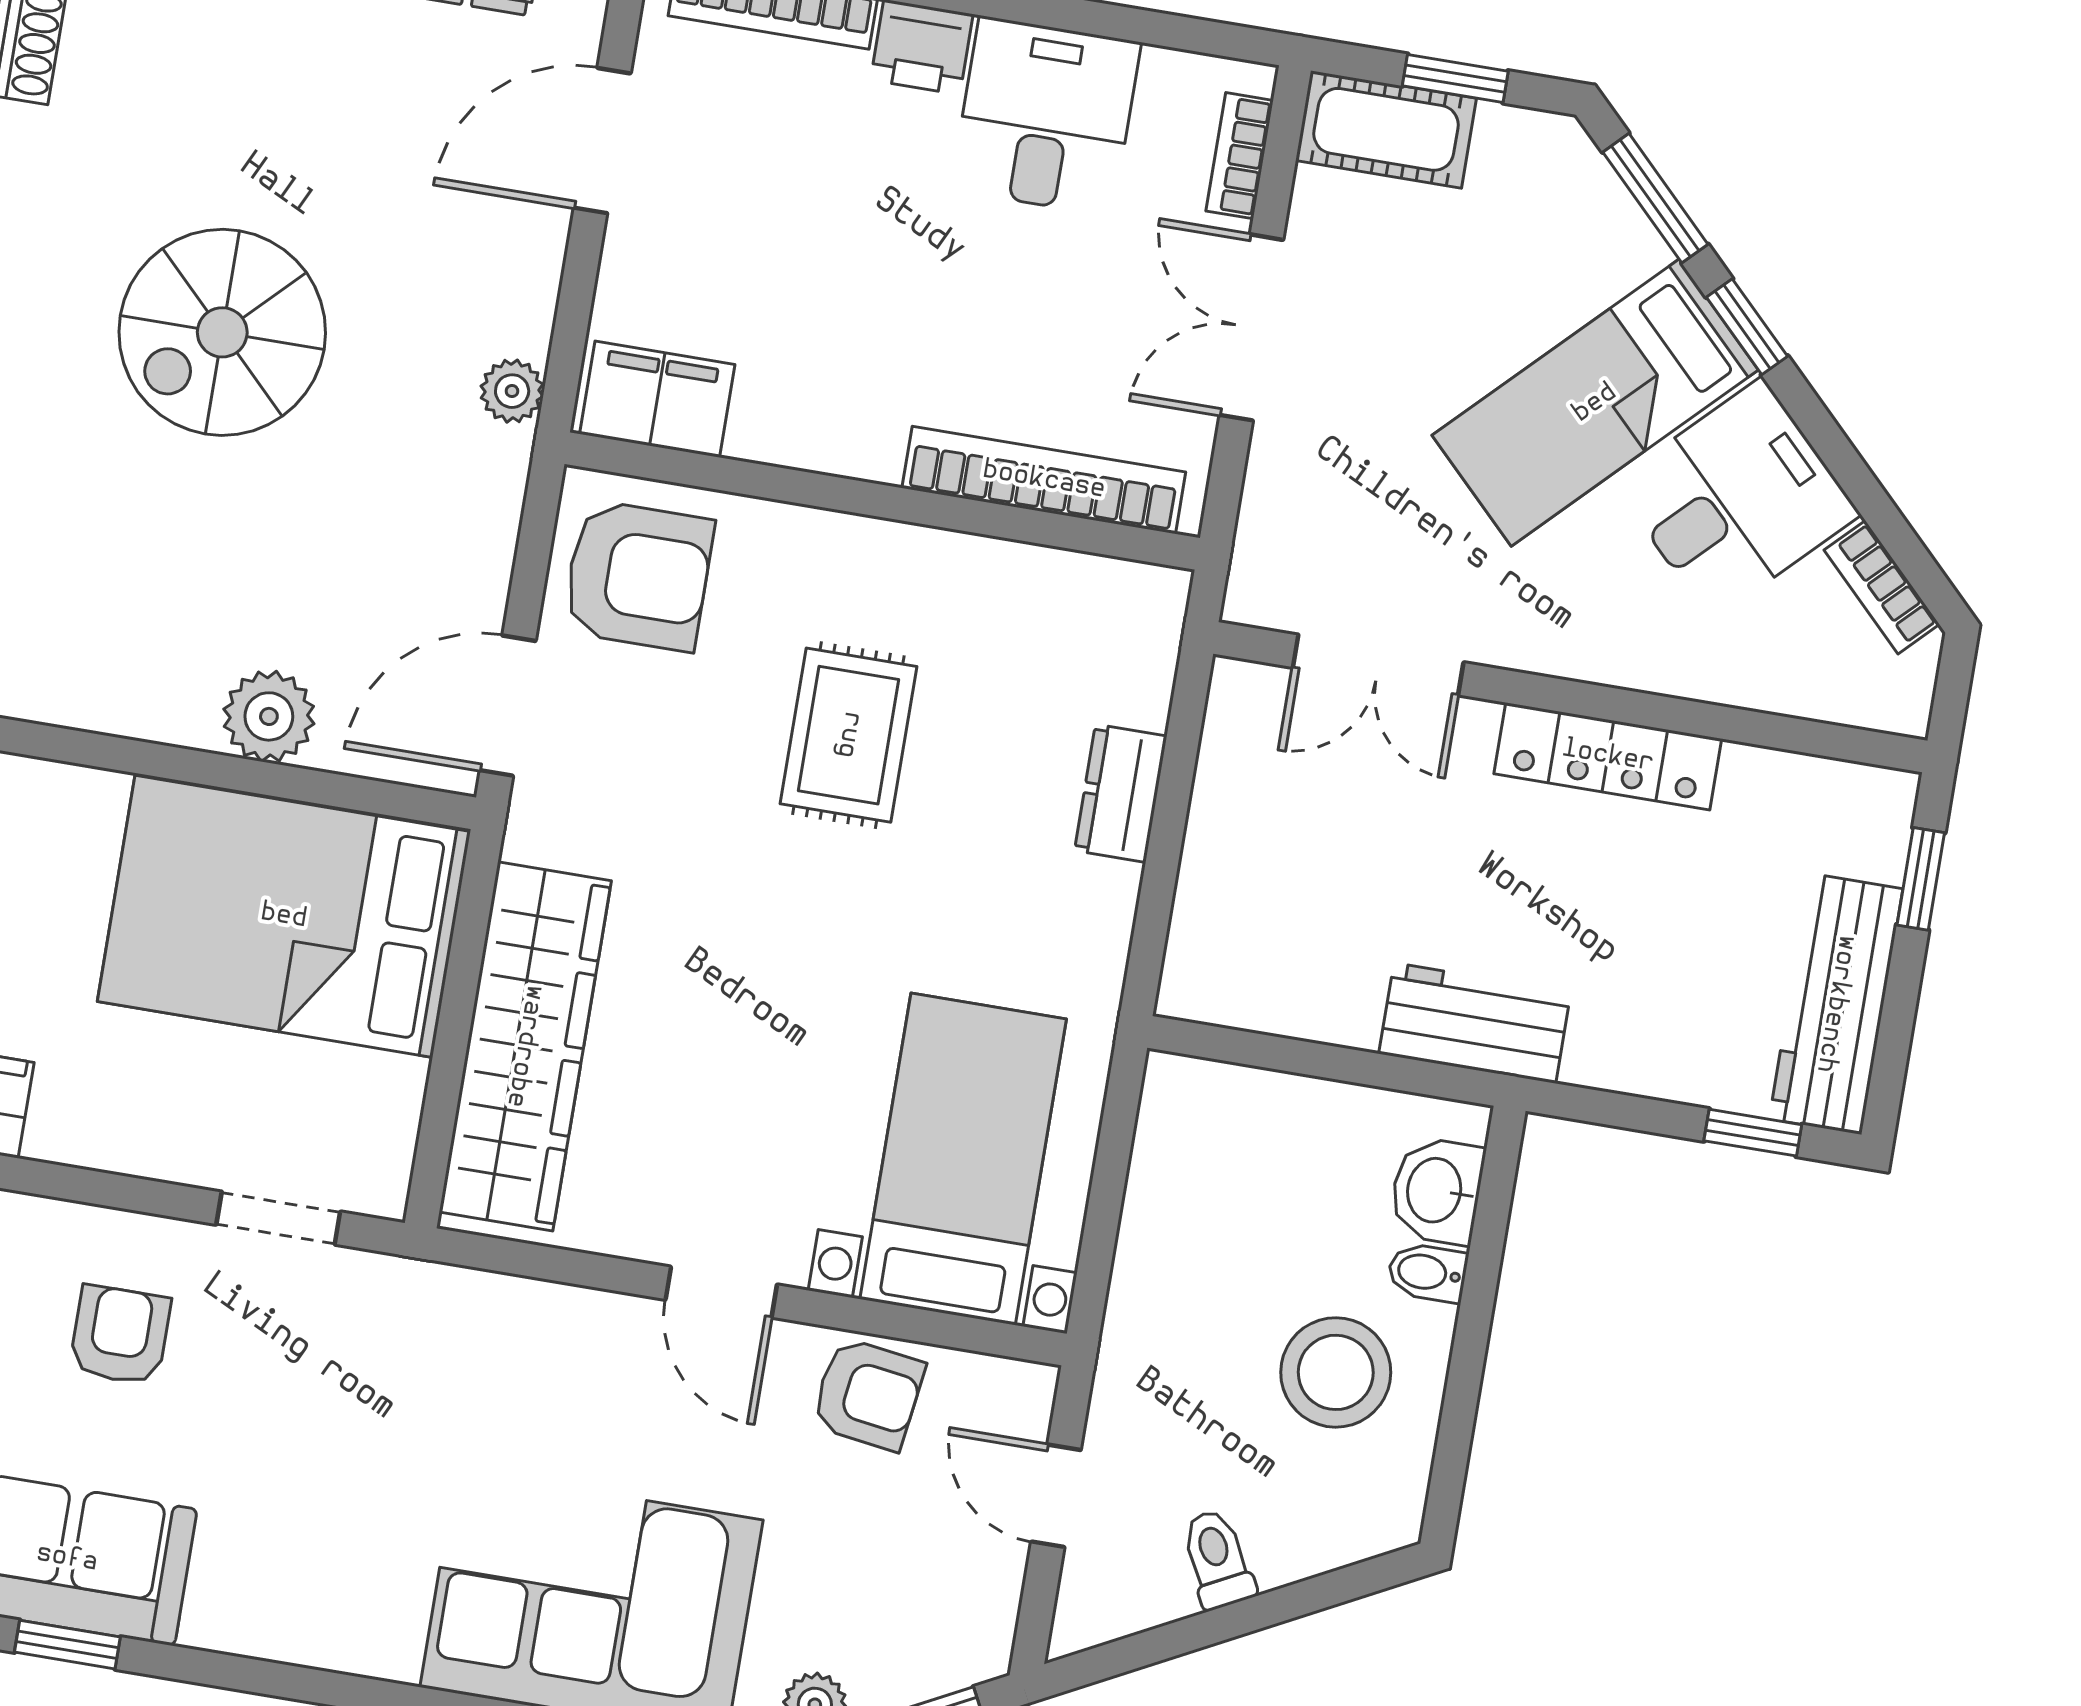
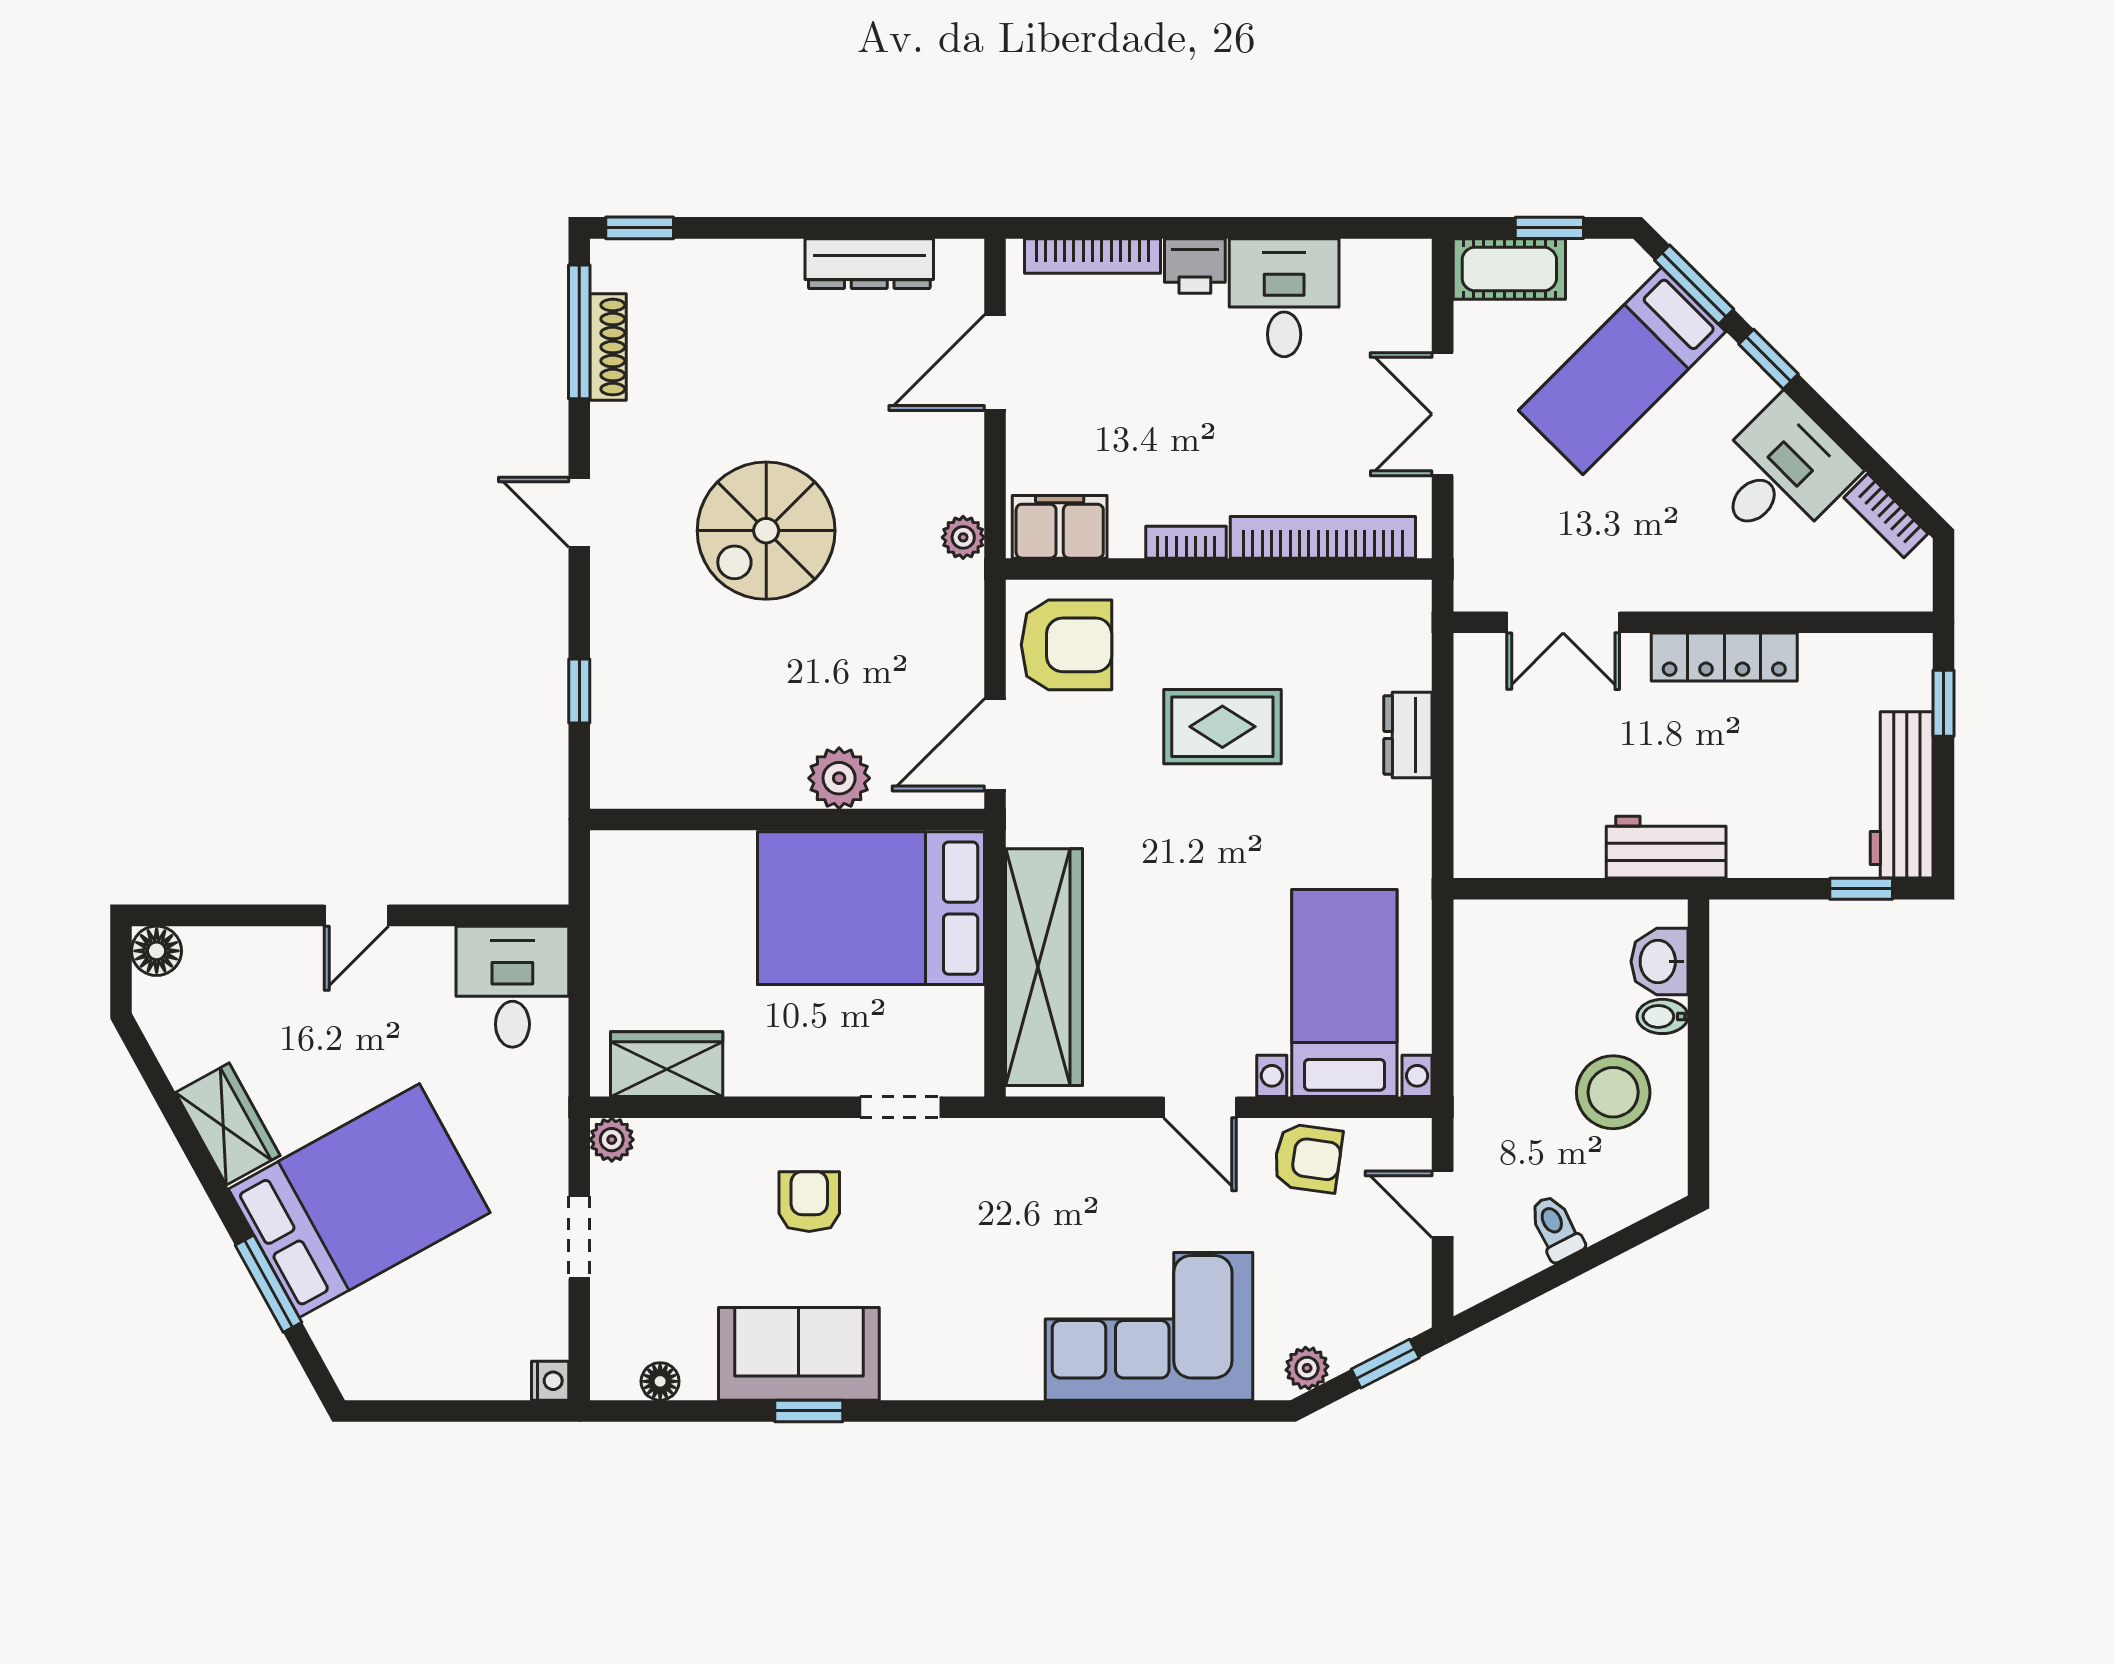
bookcase: (1240, 156) -> (1186, 542), moved, turned 90
bed: (1595, 403) -> (1622, 371), moved
rug: (849, 735) -> (1222, 727), turned 90

